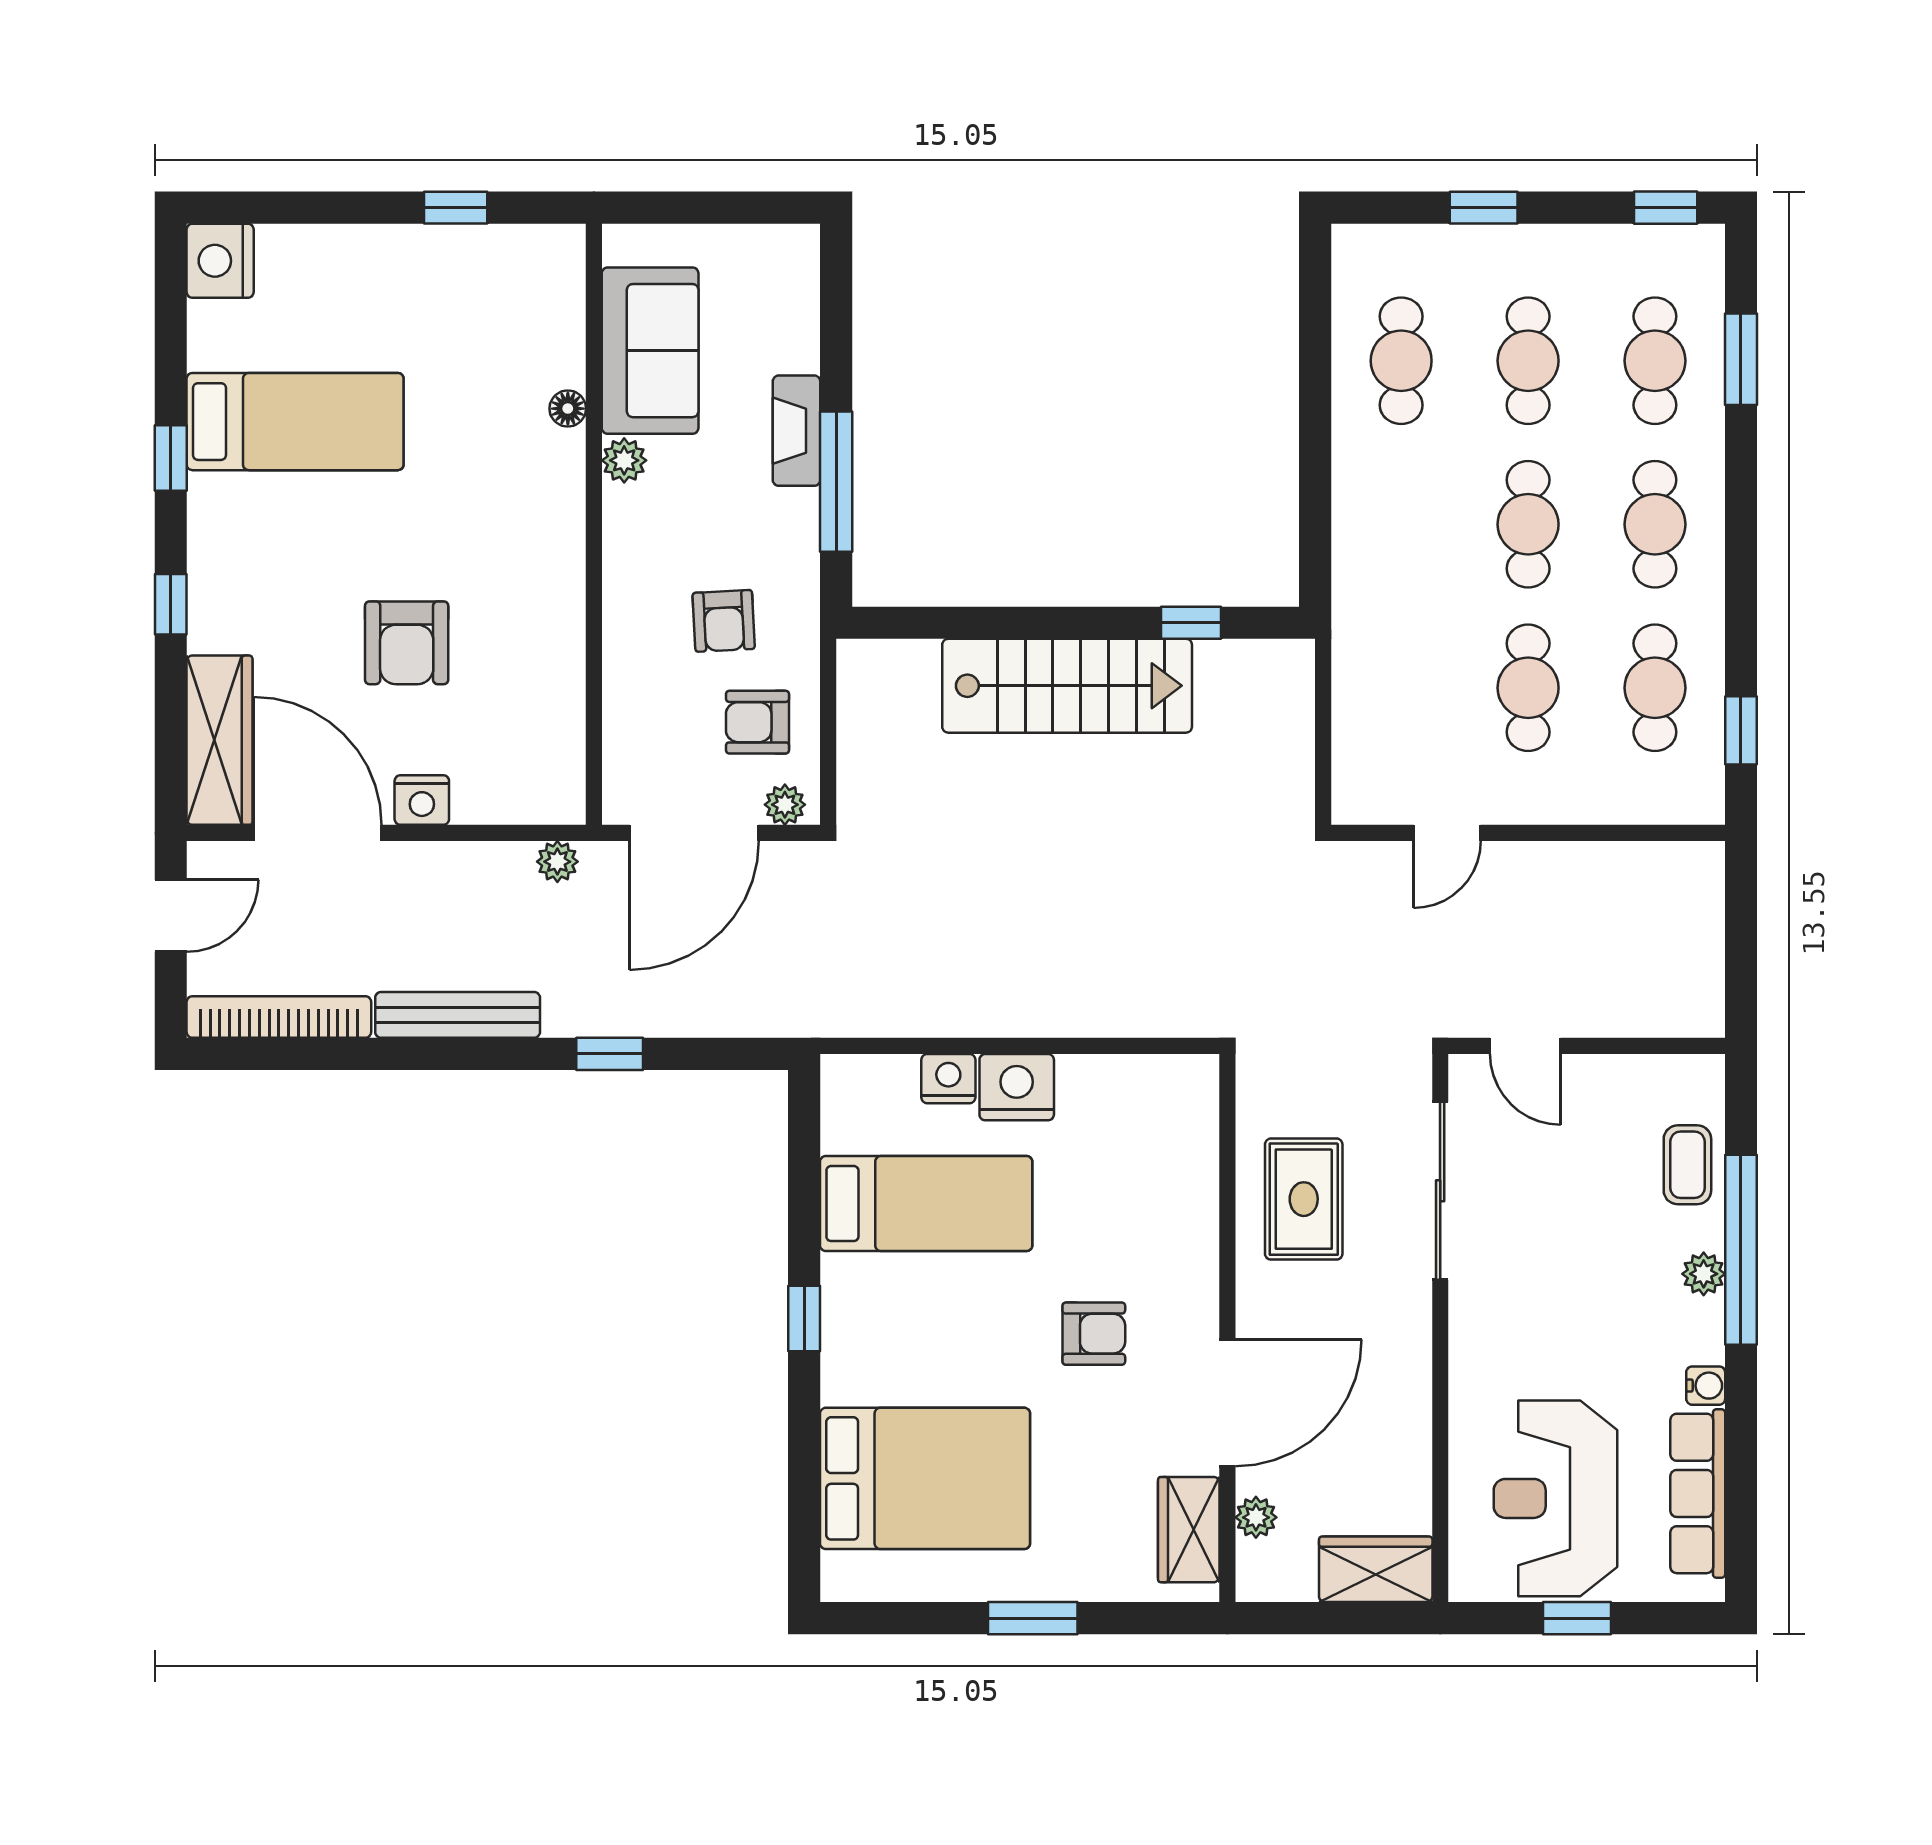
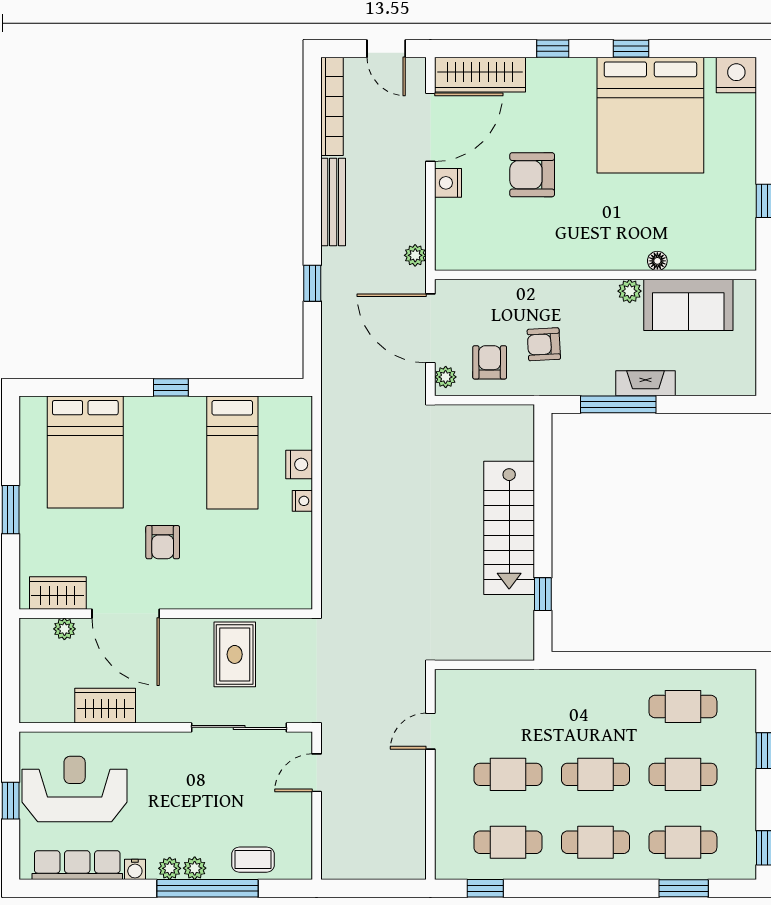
bed: (295, 422) -> (650, 115), width x2.04
door: (1447, 833) -> (430, 731), hinge flipped
nightstand: (1017, 1087) -> (302, 501), width x0.53, depth x0.56
rug: (1304, 1199) -> (235, 654), turned 90
plant: (1704, 1321) -> (170, 868), added
wardrobe: (1376, 1569) -> (105, 706), moved, turned -90

